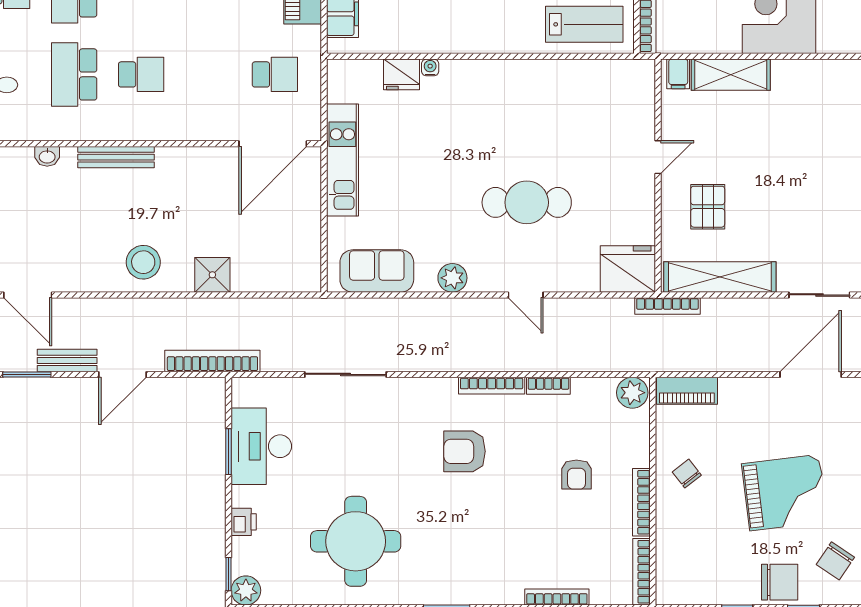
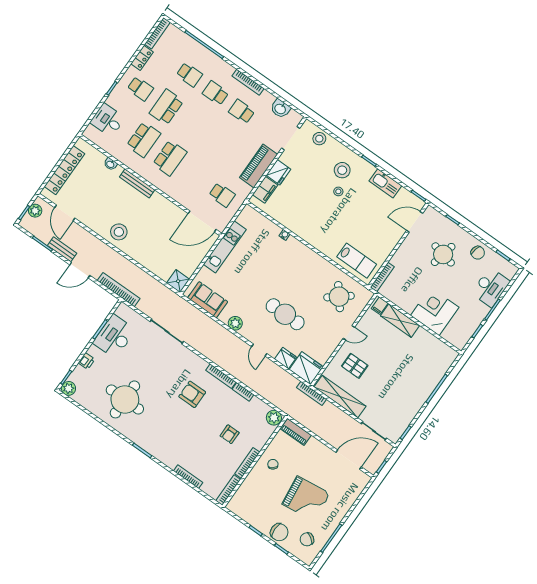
school desk: (74, 74) -> (144, 140), turned 180
school desk: (141, 74) -> (170, 158), width x1.85
fridge: (402, 74) -> (286, 358), moved, turned 180
round table: (598, 107) -> (339, 297), added
pallet: (708, 207) -> (355, 366), turned 90
shower: (212, 275) -> (178, 281), moved

